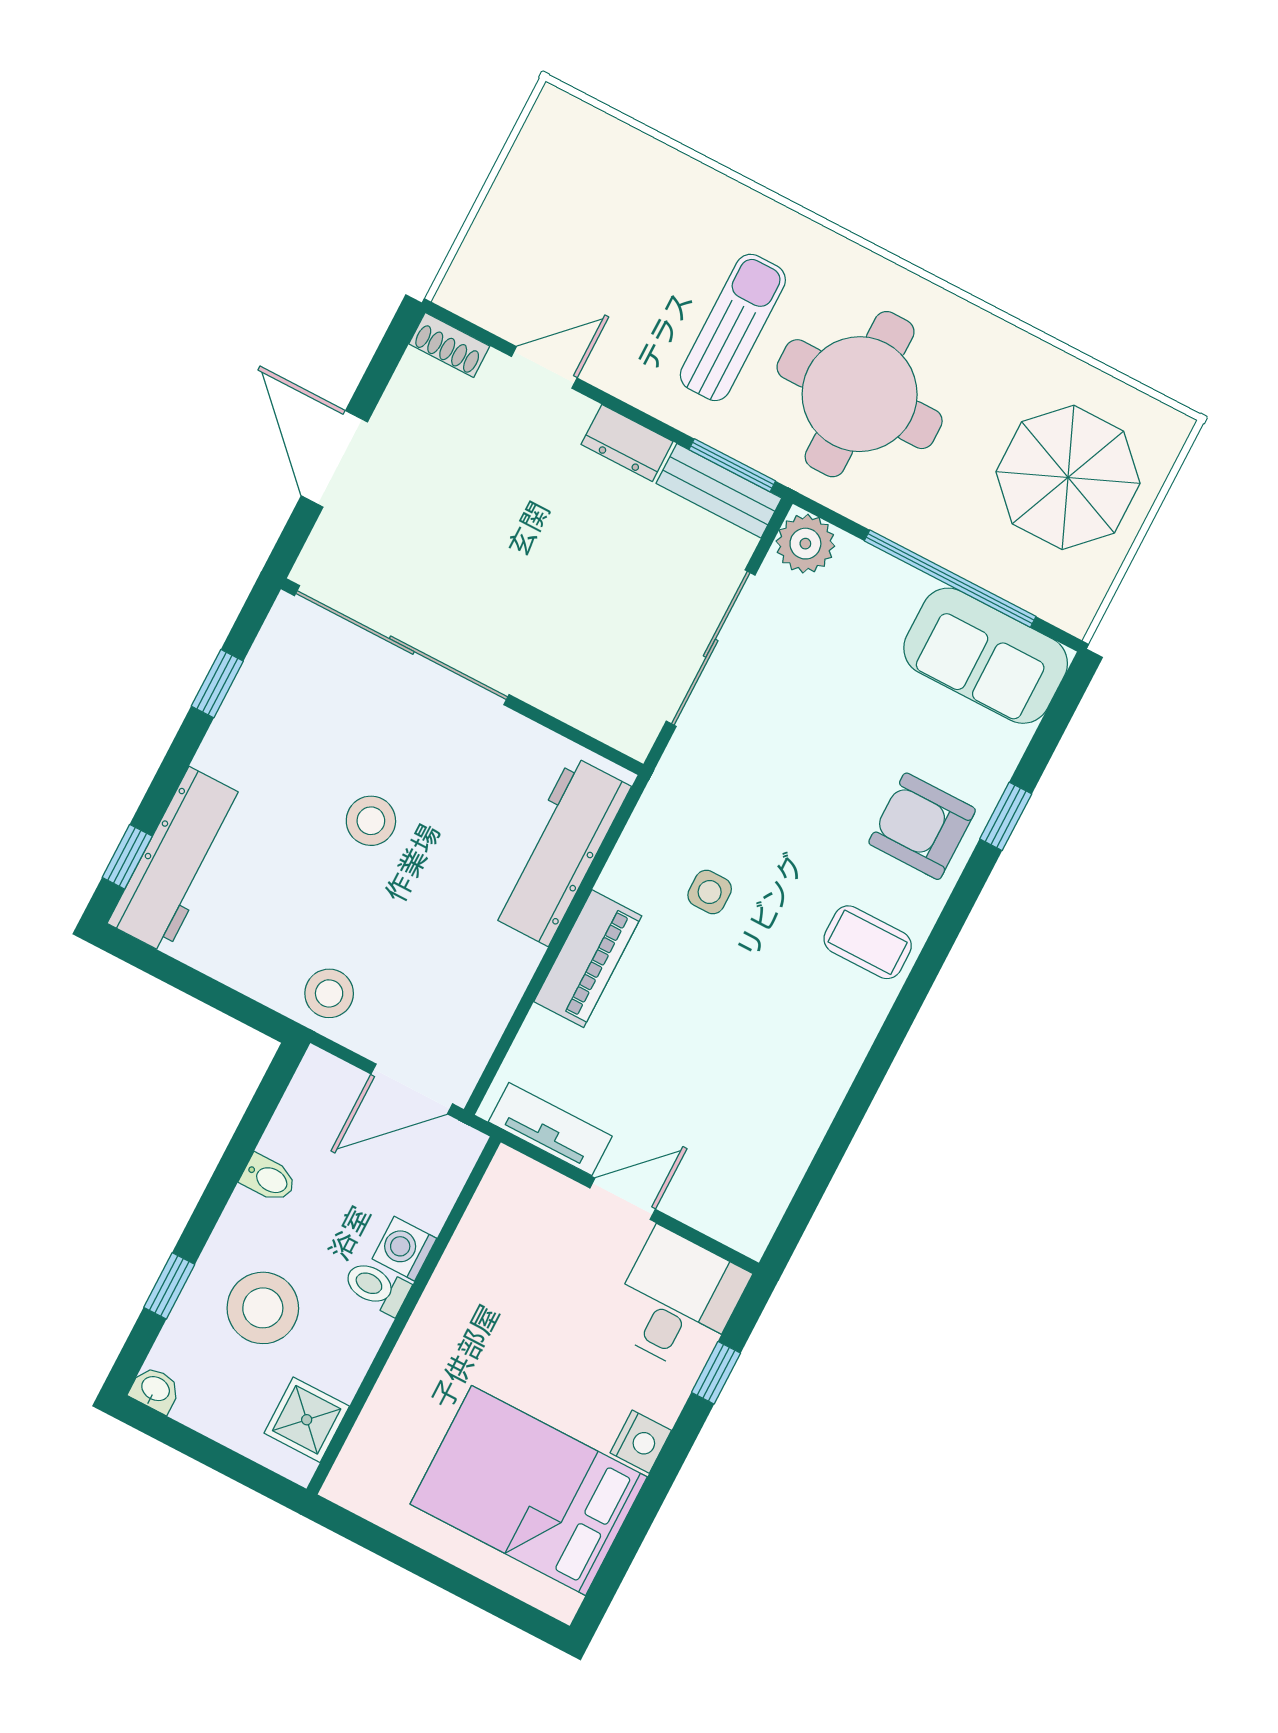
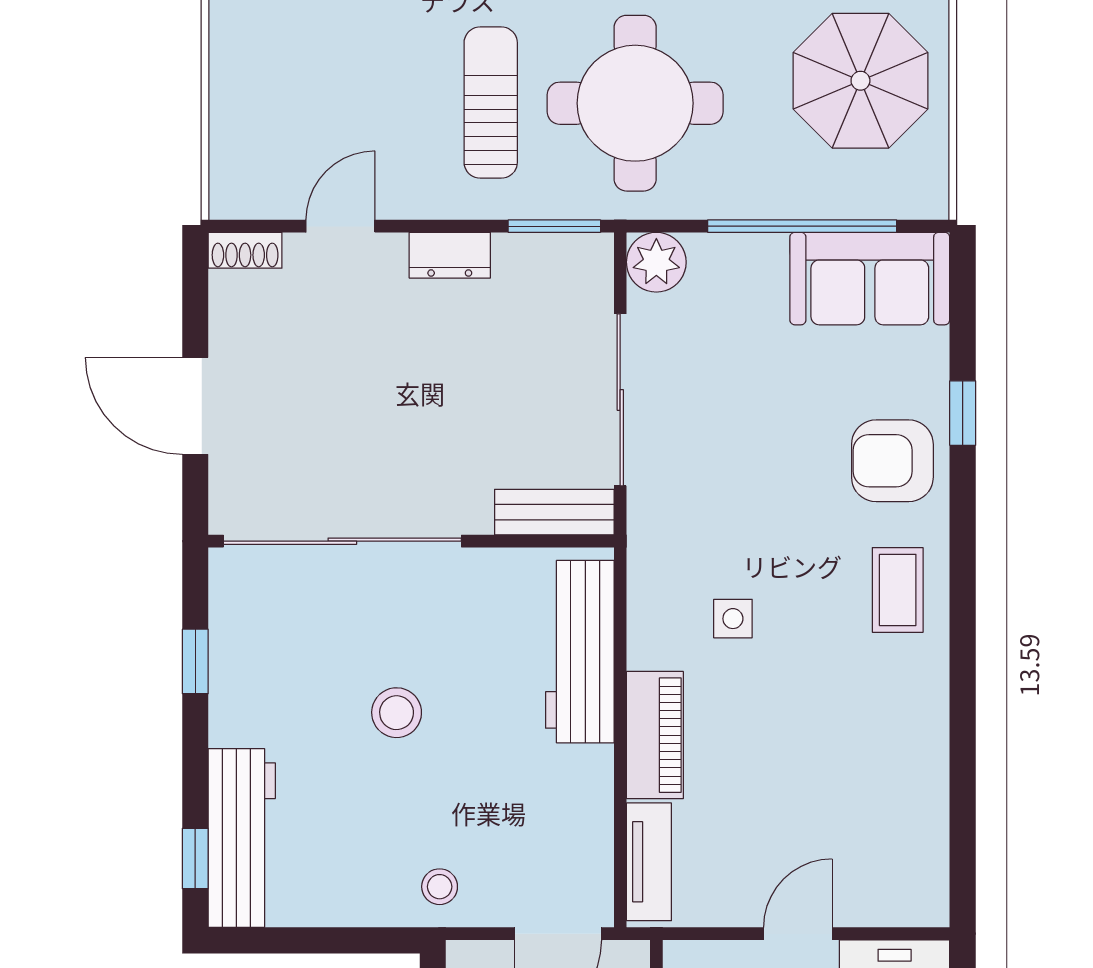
bench: (719, 491) -> (554, 512), moved
coffee table: (868, 942) -> (898, 590), turned 90
stool: (329, 993) -> (440, 887), width x0.73, depth x0.73
tv unit: (550, 1129) -> (649, 862), moved, turned 90

